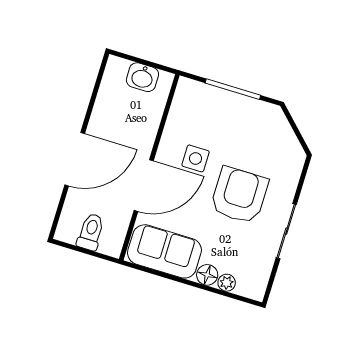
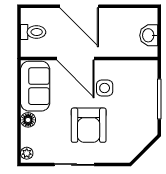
armchair: (239, 195) -> (89, 125), turned 90
plant: (227, 283) -> (27, 153), moved

